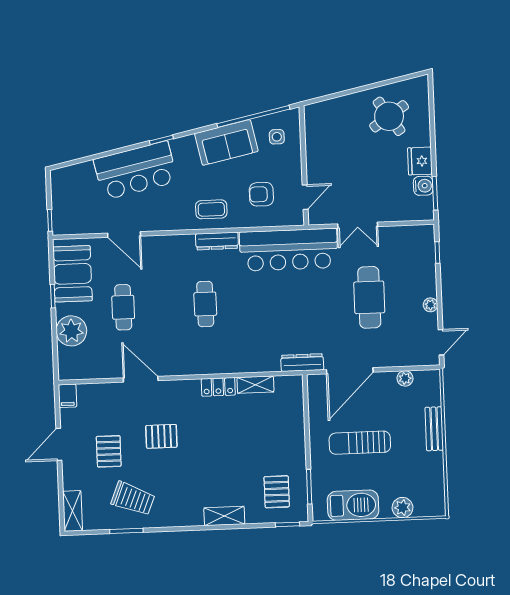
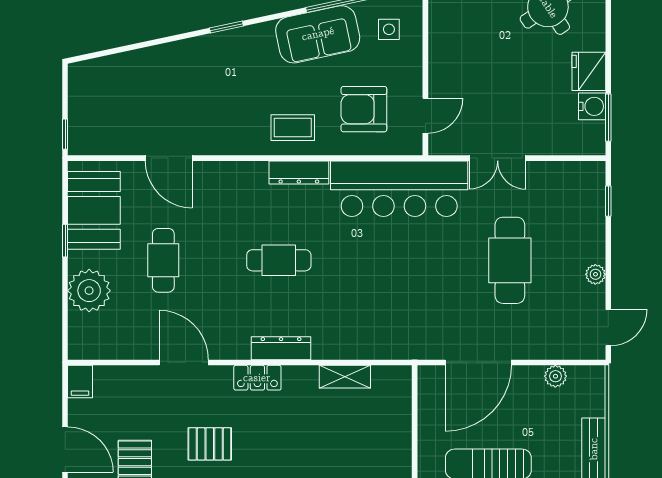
bar counter: (136, 170) -> (188, 69), removed
armchair: (261, 194) -> (364, 109), width x1.38, depth x1.38
cafe table: (205, 304) -> (279, 260), turned 90
dresser: (302, 363) -> (281, 348), moved
locker: (218, 387) -> (257, 378), moved
door: (59, 444) -> (65, 450), swing flipped

